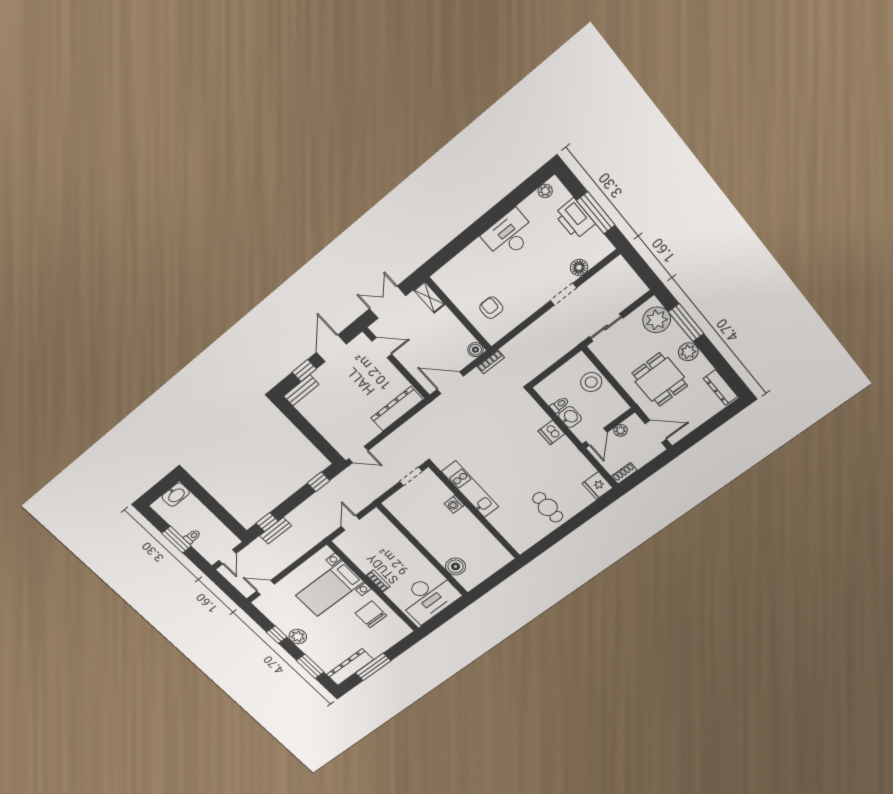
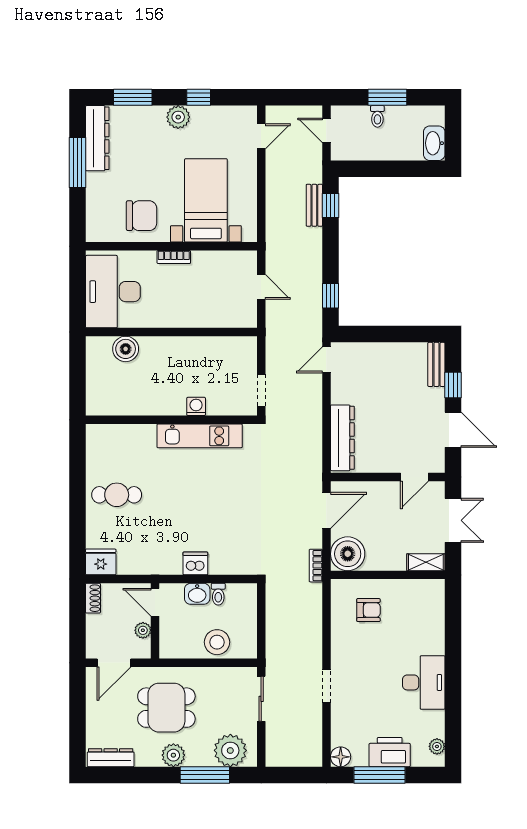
floor lamp: (579, 267) -> (341, 757), moved
boiler: (475, 350) -> (348, 554), width x1.86, depth x1.86

